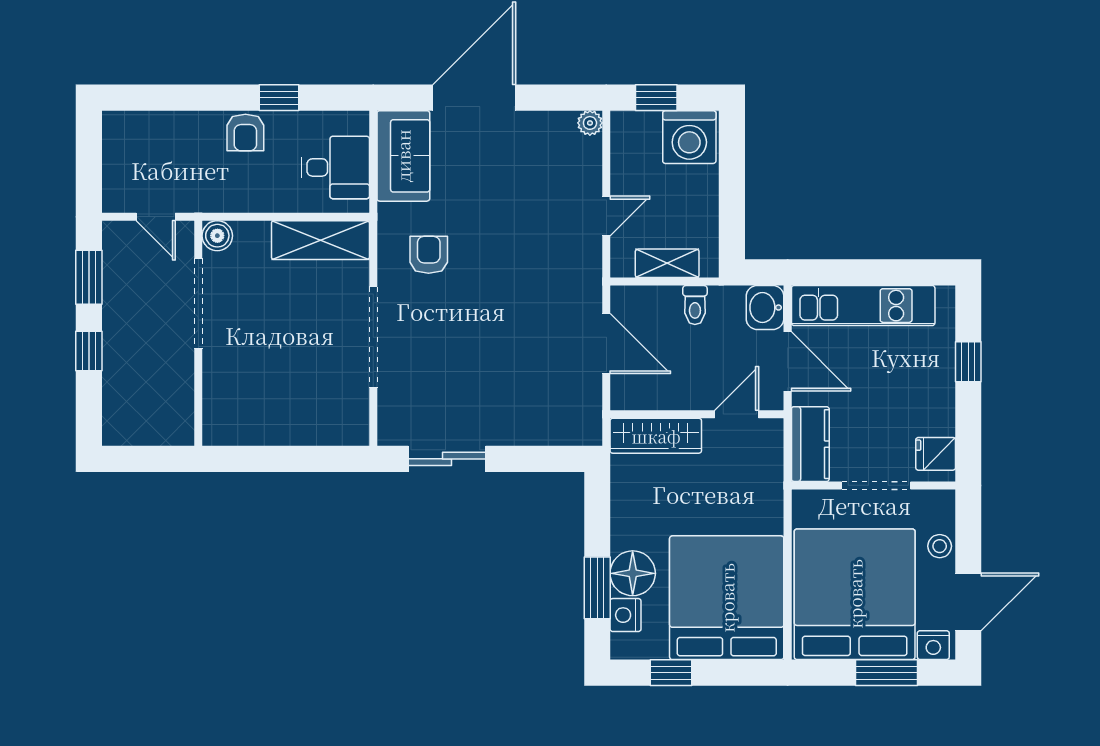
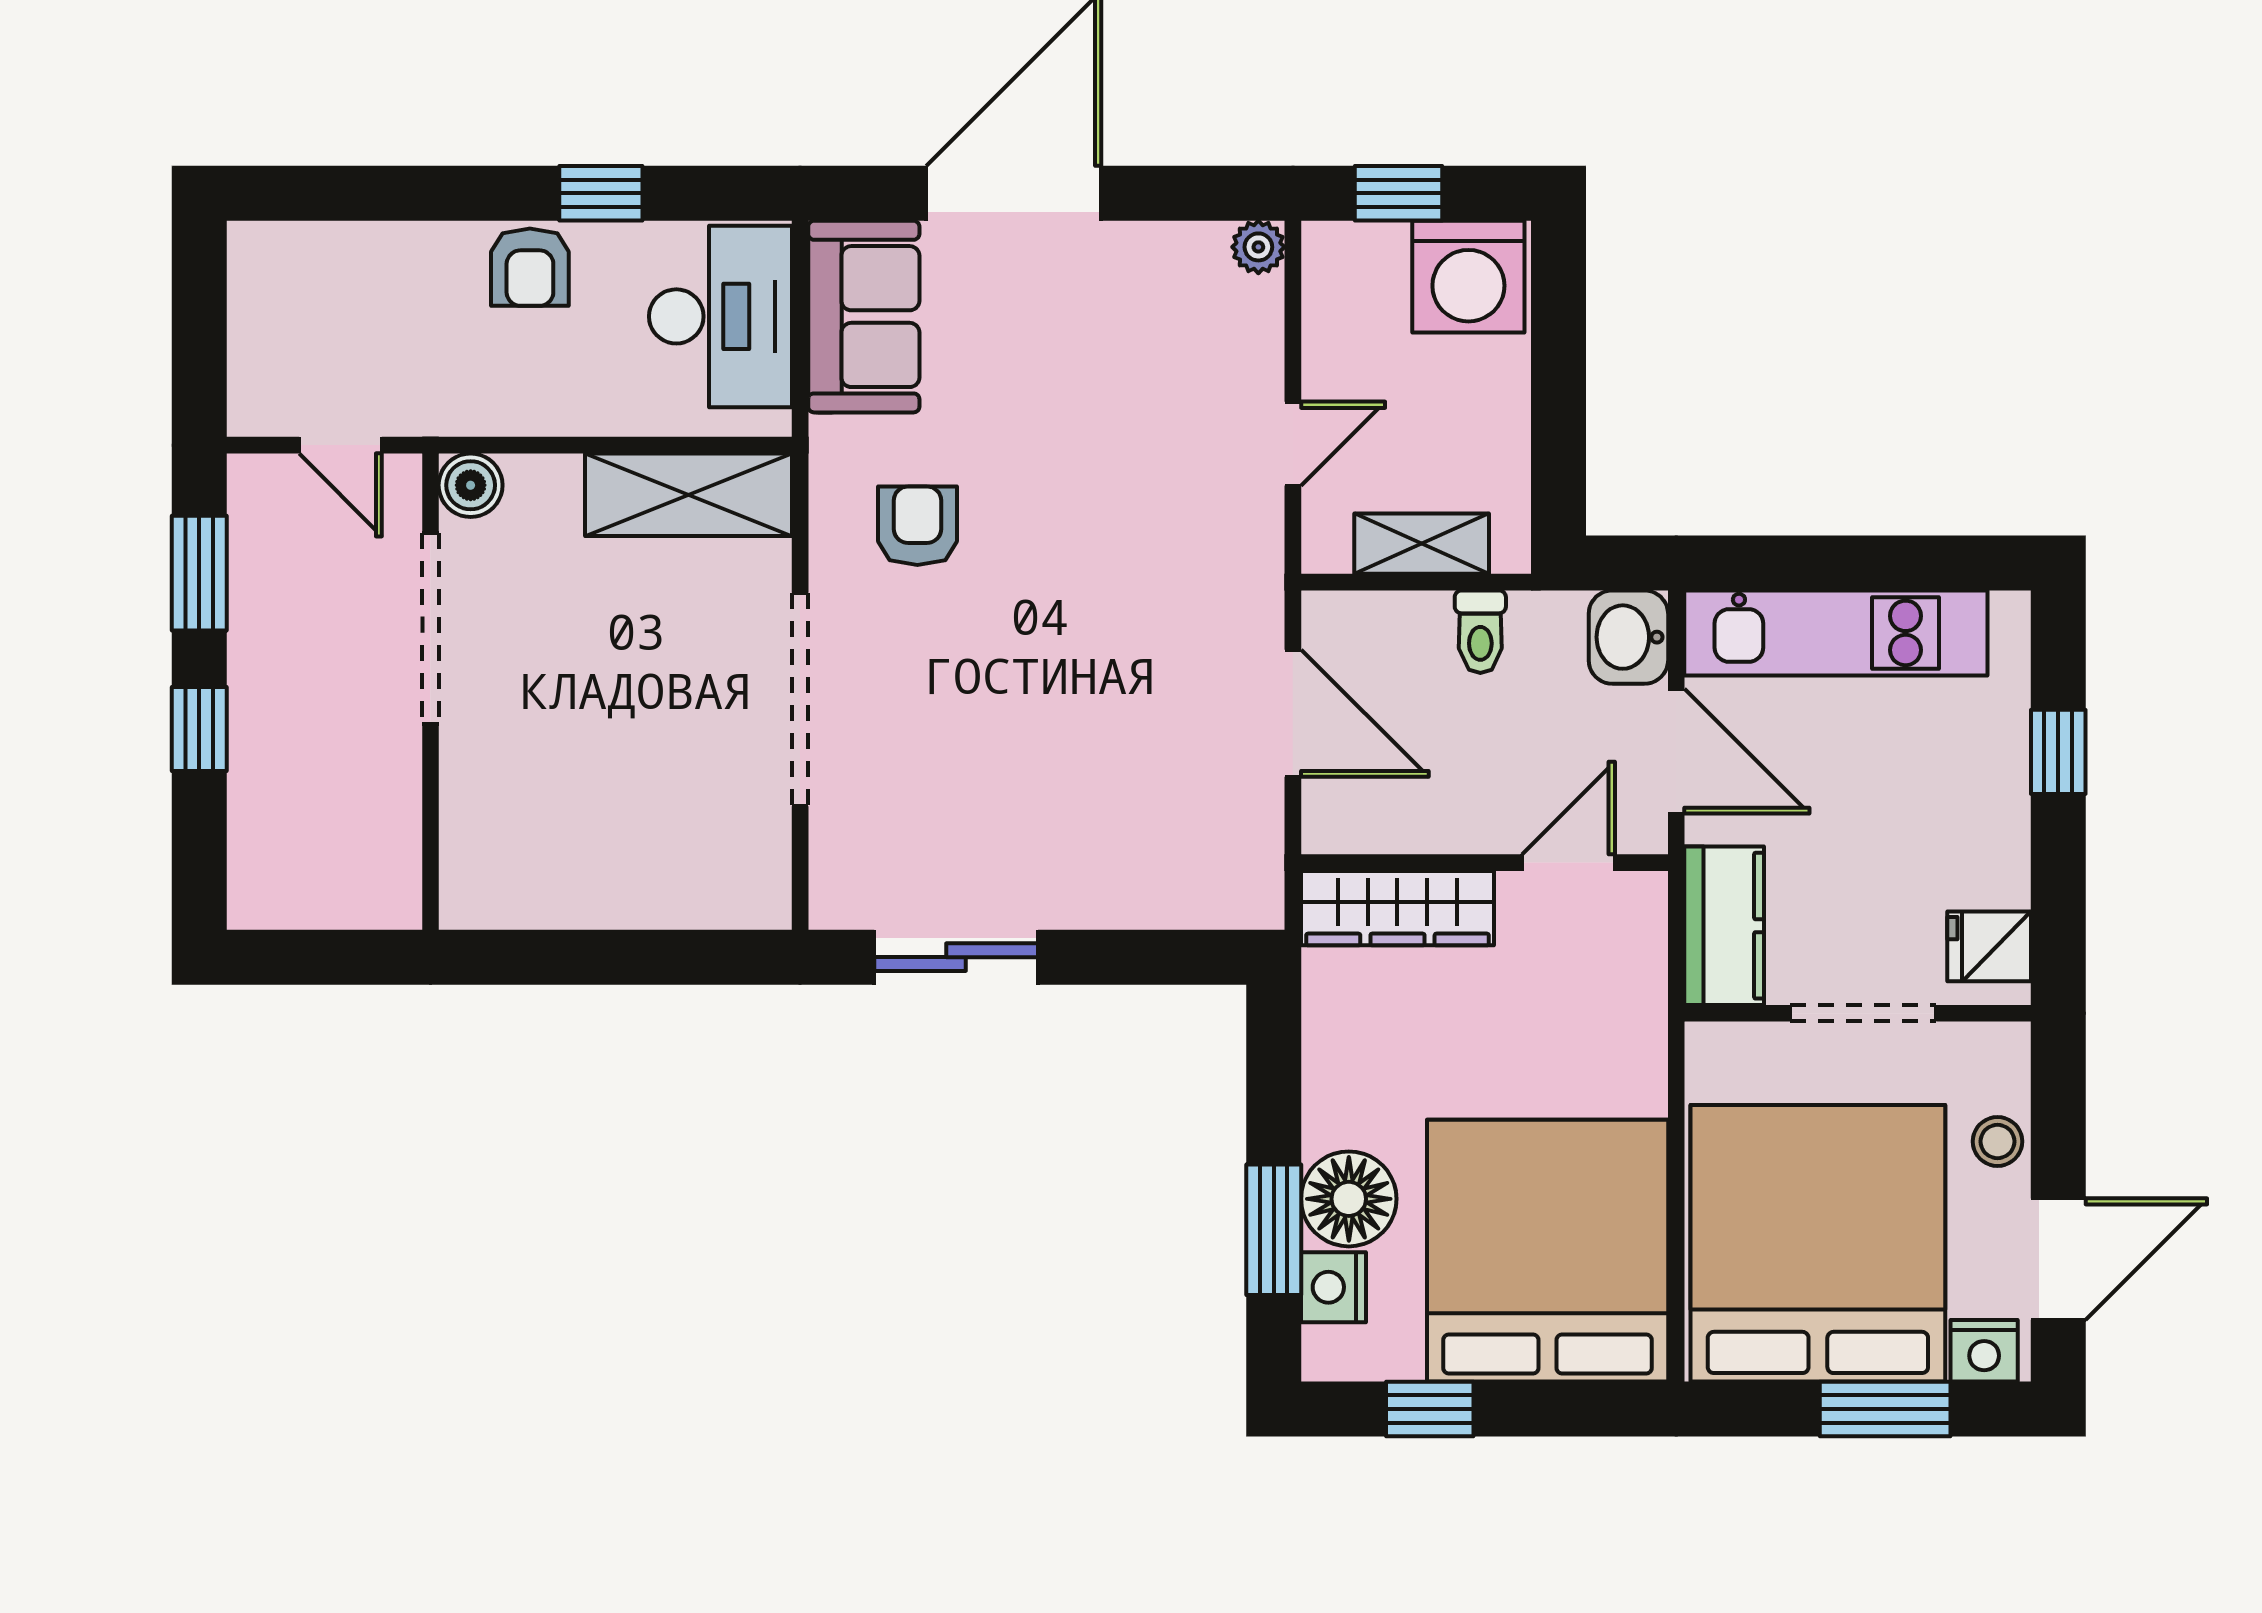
desk: (336, 167) -> (721, 316), width x1.37

